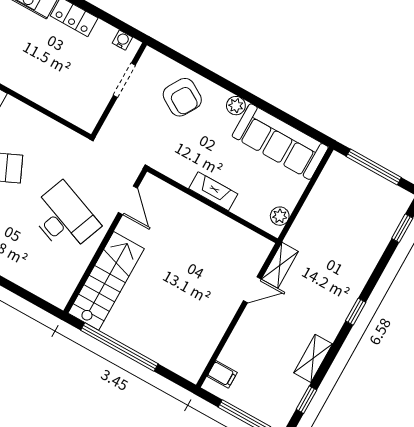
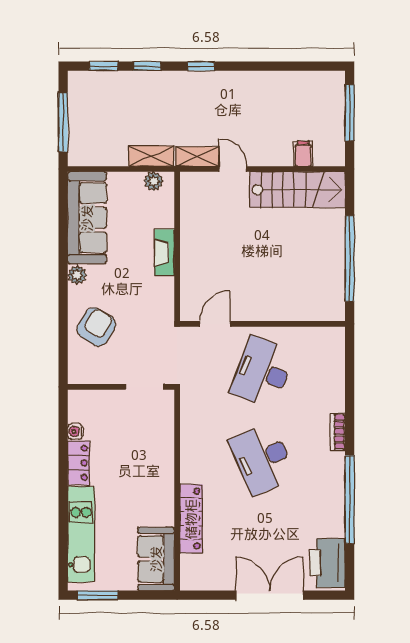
water cooler: (122, 40) -> (75, 431), moved
doorway: (124, 80) -> (144, 387), moved
stairs: (106, 281) -> (297, 190), moved, turned 180
shelving: (313, 358) -> (151, 156), moved
filing cabinet: (222, 374) -> (303, 154), moved
window: (306, 400) -> (147, 66), moved

